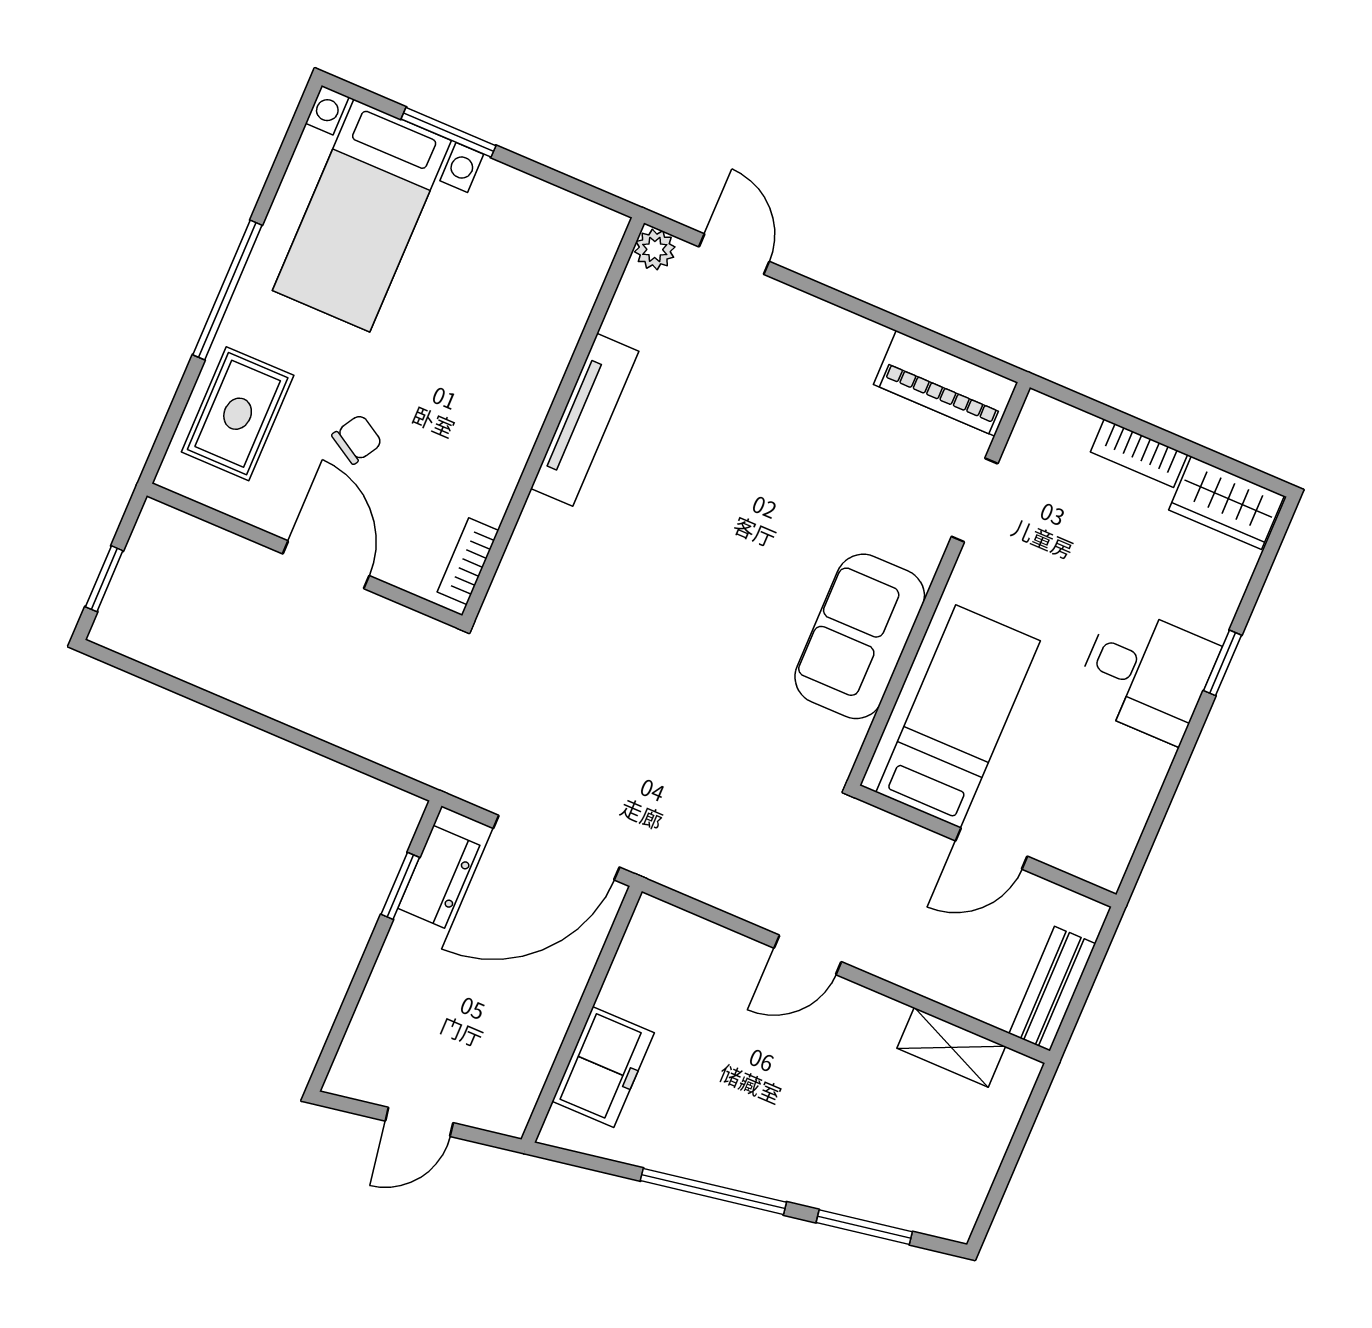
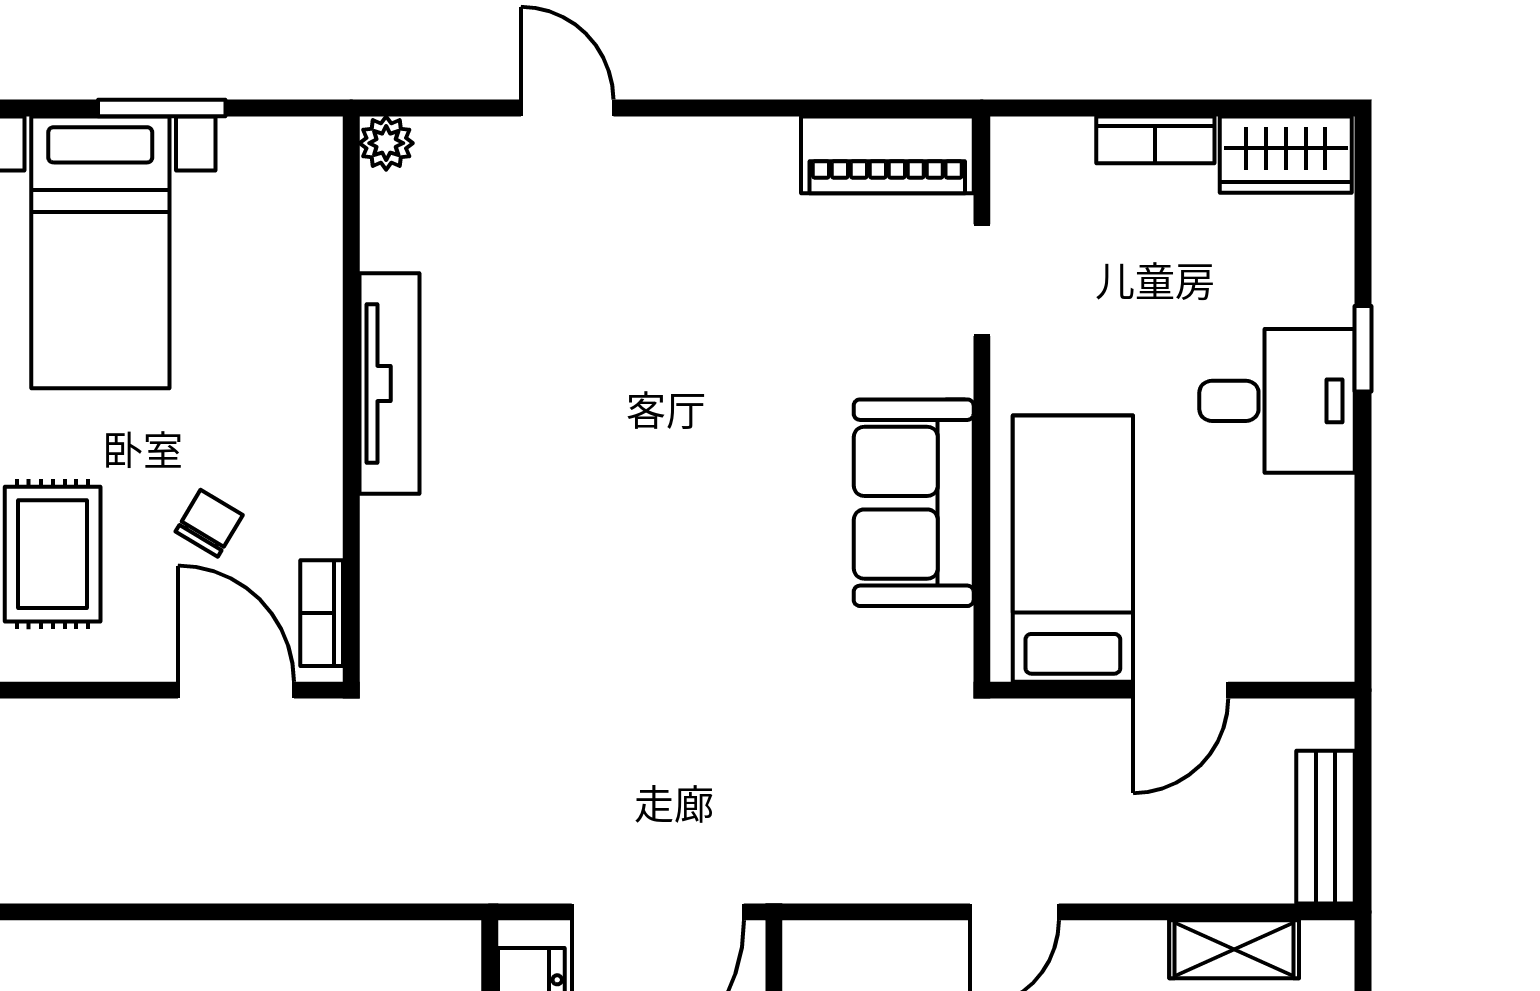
plant: (655, 249) -> (386, 143), moved
wall: (553, 419) -> (351, 399), moved
tv unit: (585, 420) -> (389, 383), moved
bookcase: (468, 561) -> (322, 613), moved

